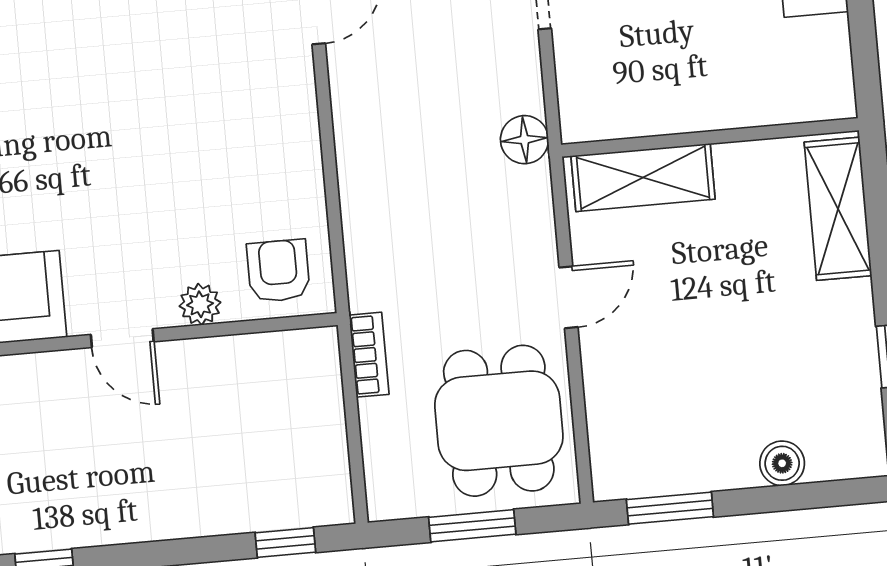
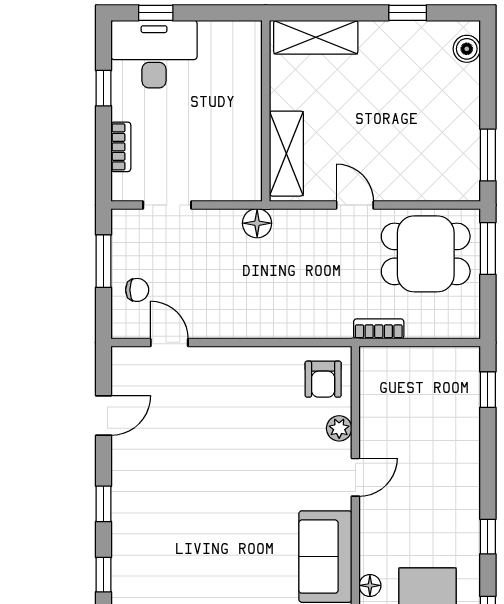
armchair: (278, 271) -> (323, 379), turned -90
boiler: (782, 463) -> (467, 49), moved
window: (472, 526) -> (488, 248), moved

